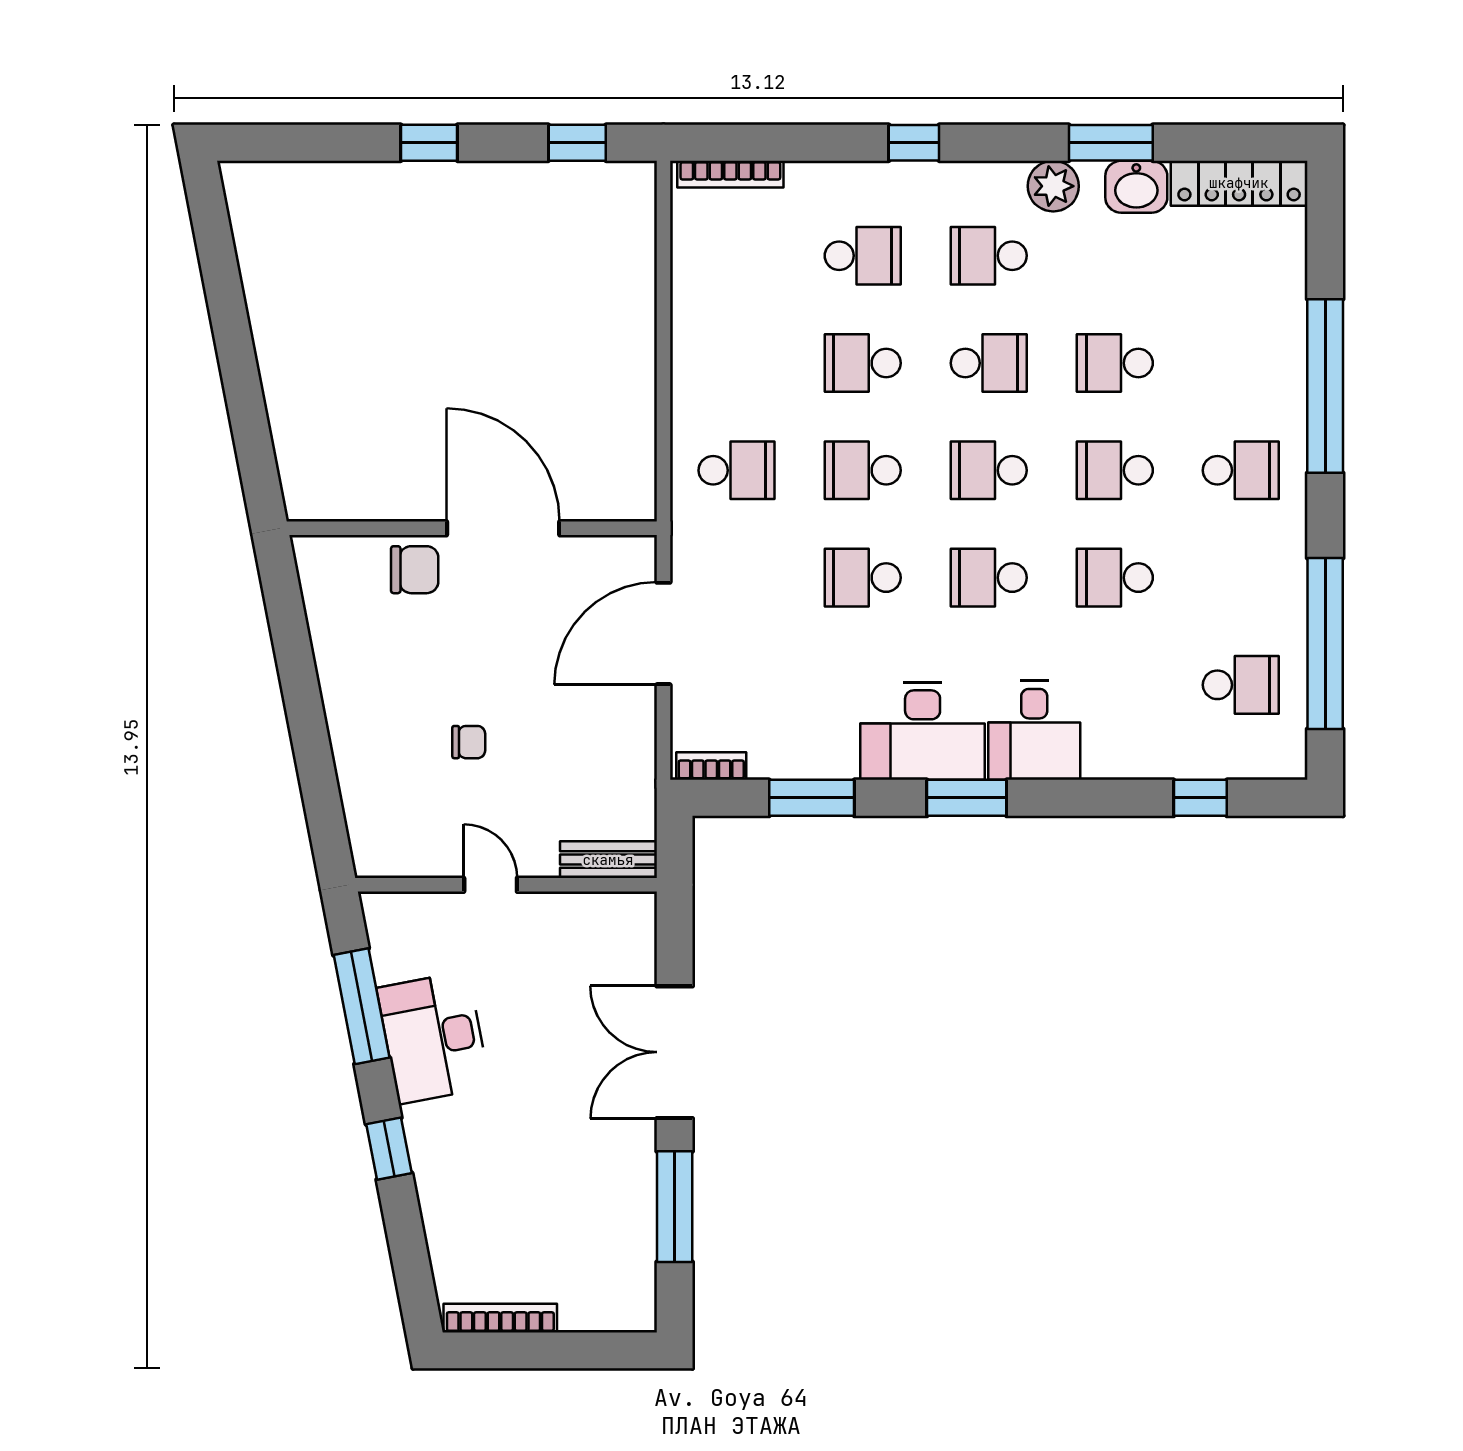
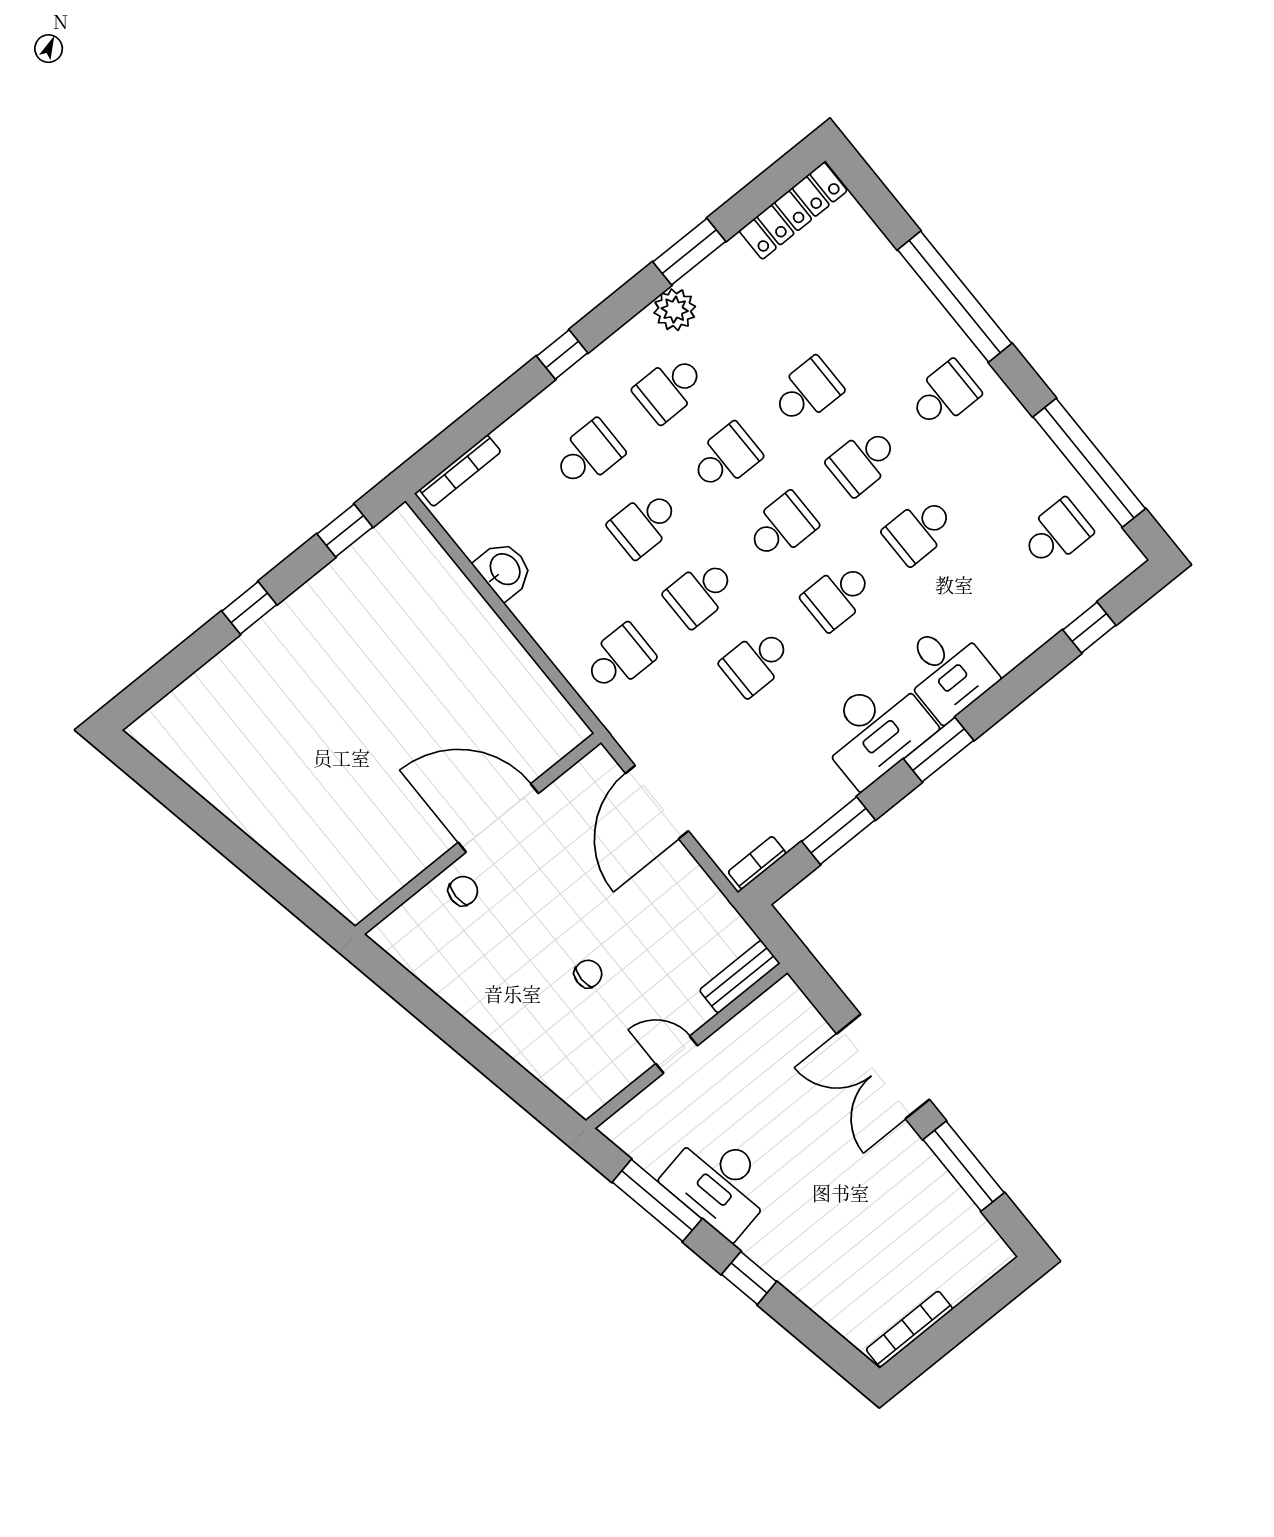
washbasin: (1136, 187) -> (504, 570), moved, turned -90
school desk: (1115, 363) -> (807, 392), turned 180
school desk: (989, 470) -> (782, 527), turned 180
chair: (415, 570) -> (463, 891), width x0.73, depth x0.73

